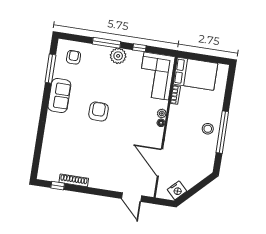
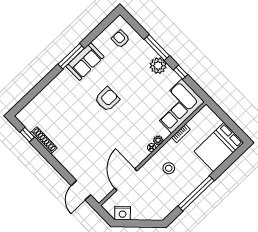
armchair: (74, 57) -> (121, 39), turned -91
window: (50, 69) -> (71, 56), moved
bed: (195, 74) -> (219, 147), moved, turned 90
stool: (208, 129) -> (169, 168), moved

